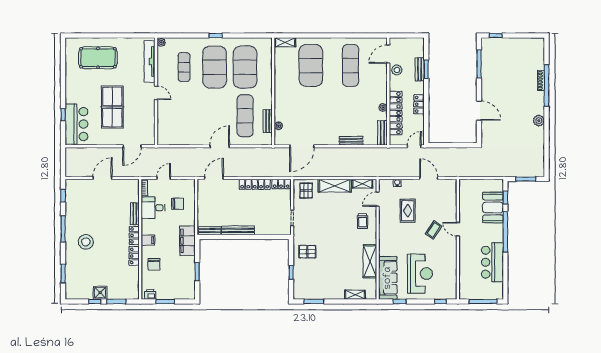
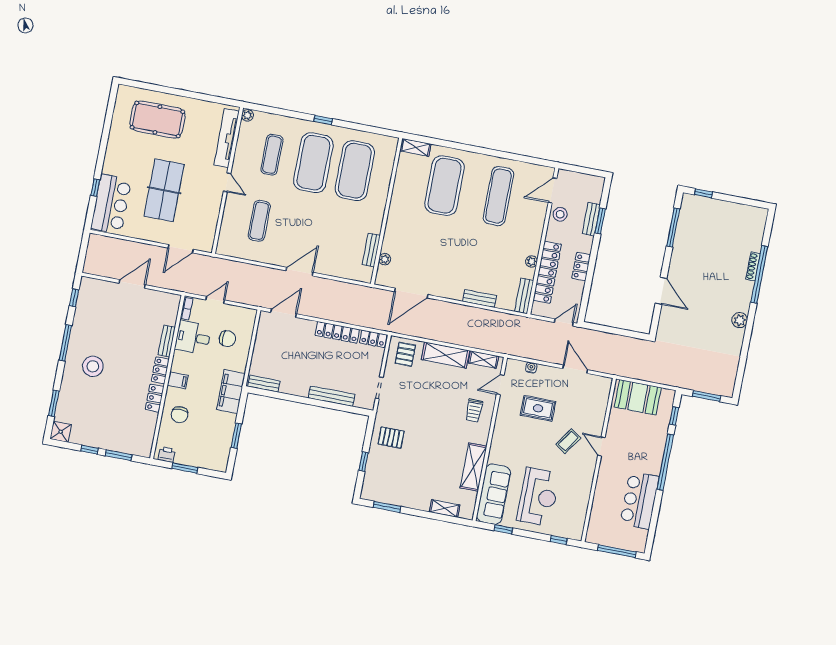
exercise mat: (245, 116) -> (259, 221), moved, width x0.73, depth x0.69
booth: (493, 208) -> (638, 397), moved, turned 90
rug: (408, 211) -> (538, 408), turned 90
bench: (238, 230) -> (332, 396), moved
shower: (100, 293) -> (61, 432), moved

